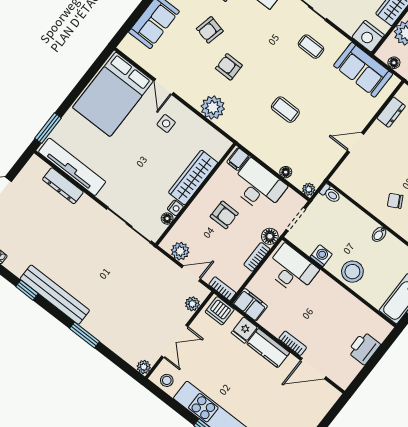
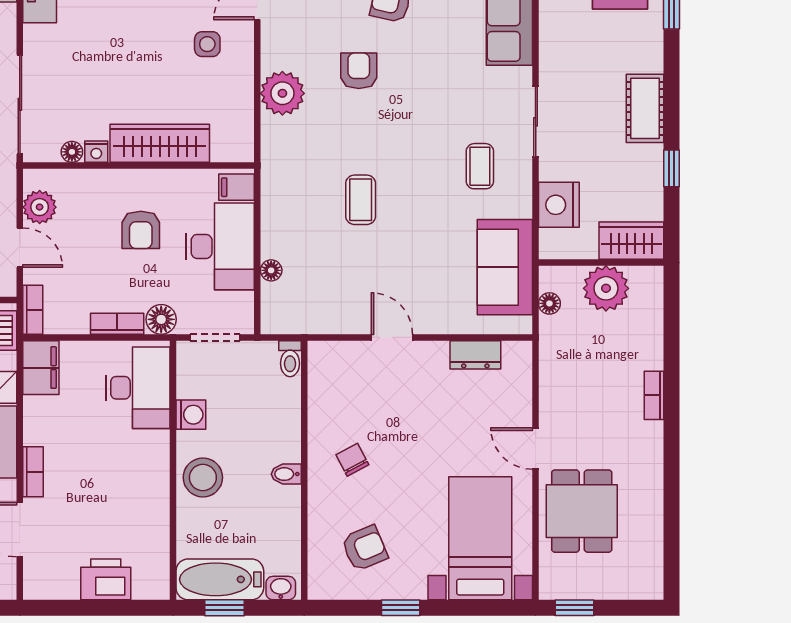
nightstand: (368, 36) -> (559, 205), moved
plant: (309, 189) -> (272, 323), removed

